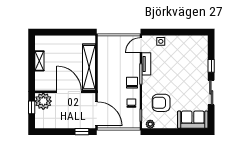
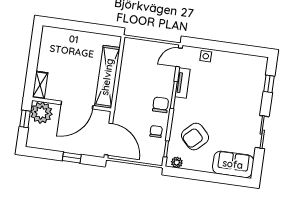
shelving: (39, 61) -> (40, 85), moved
window: (211, 66) -> (269, 84), moved
door: (69, 92) -> (77, 105), swing flipped
armchair: (161, 103) -> (195, 136), turned -44
window: (82, 132) -> (72, 158), moved

